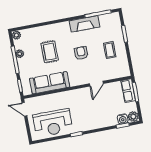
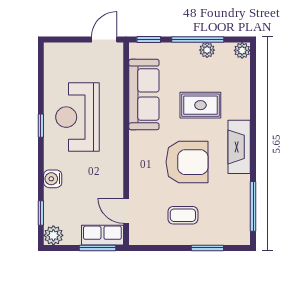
fireplace: (85, 24) -> (239, 147), moved
armchair: (81, 53) -> (187, 162), width x1.88, depth x1.88
door: (96, 84) -> (126, 211), moved
water cooler: (123, 119) -> (53, 179), moved
reception desk: (53, 123) -> (77, 117), moved

